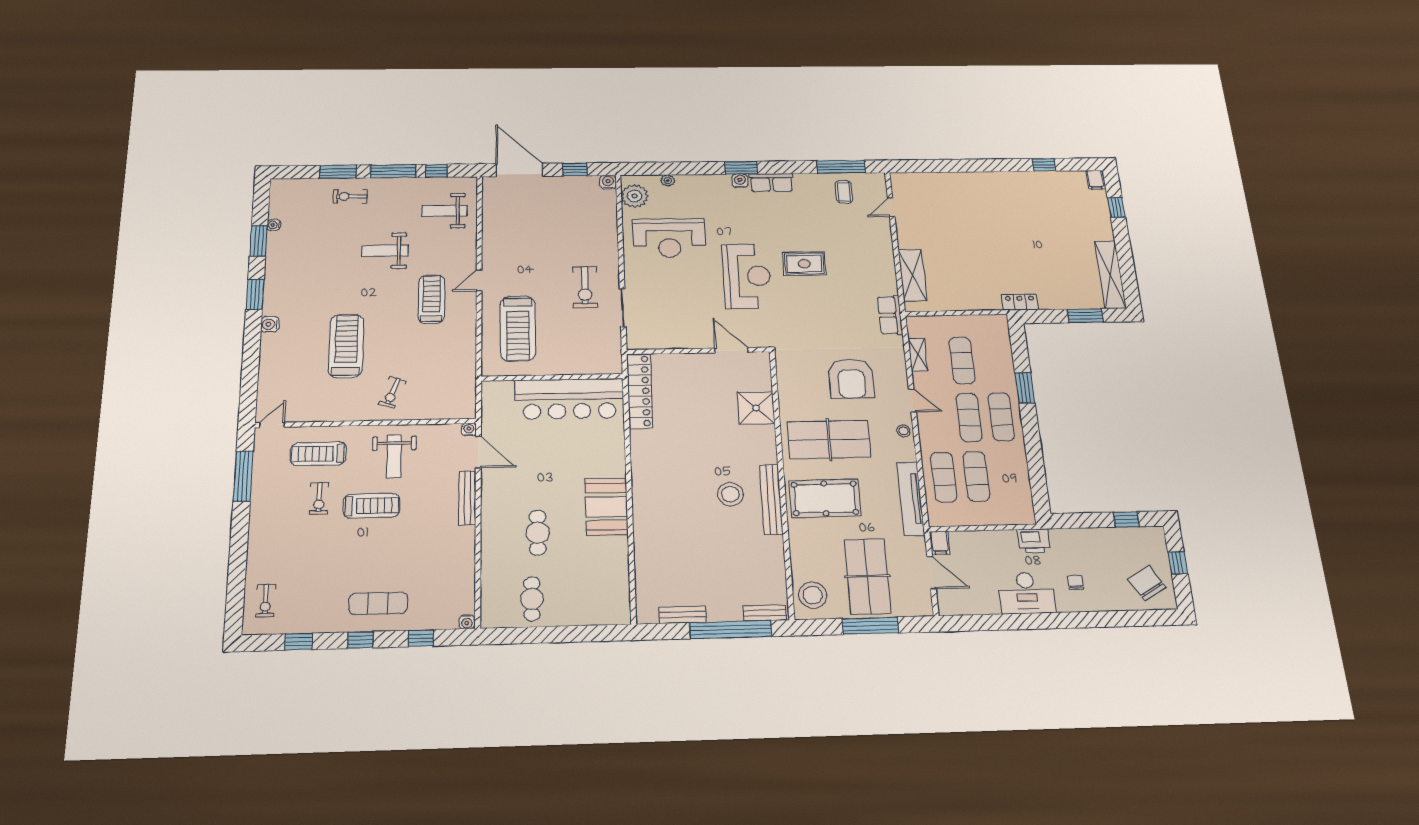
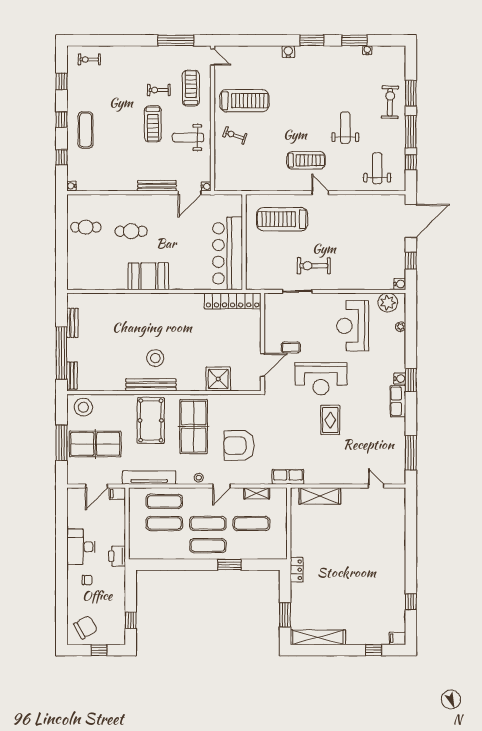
coffee table: (844, 192) -> (291, 347), moved
exercise bike: (350, 196) -> (390, 102), width x1.38, depth x1.39
treadmill: (346, 346) -> (244, 101), moved

